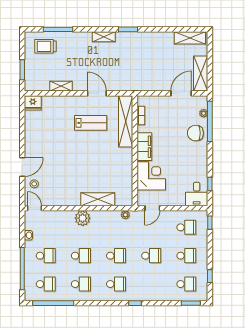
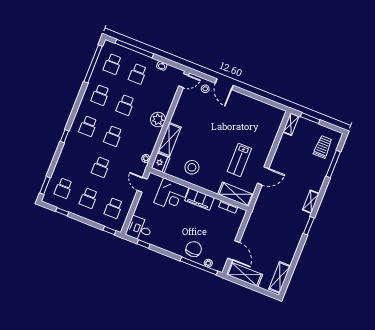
shelving: (61, 86) -> (291, 124), moved
fridge: (33, 103) -> (161, 163), moved, turned 180
shelving: (126, 121) -> (236, 194), width x0.68
stool: (116, 166) -> (192, 167), added

